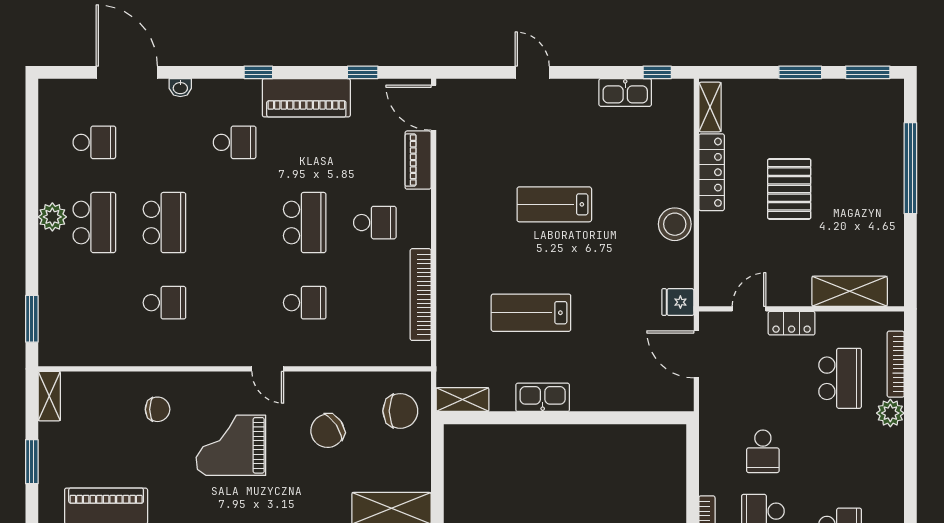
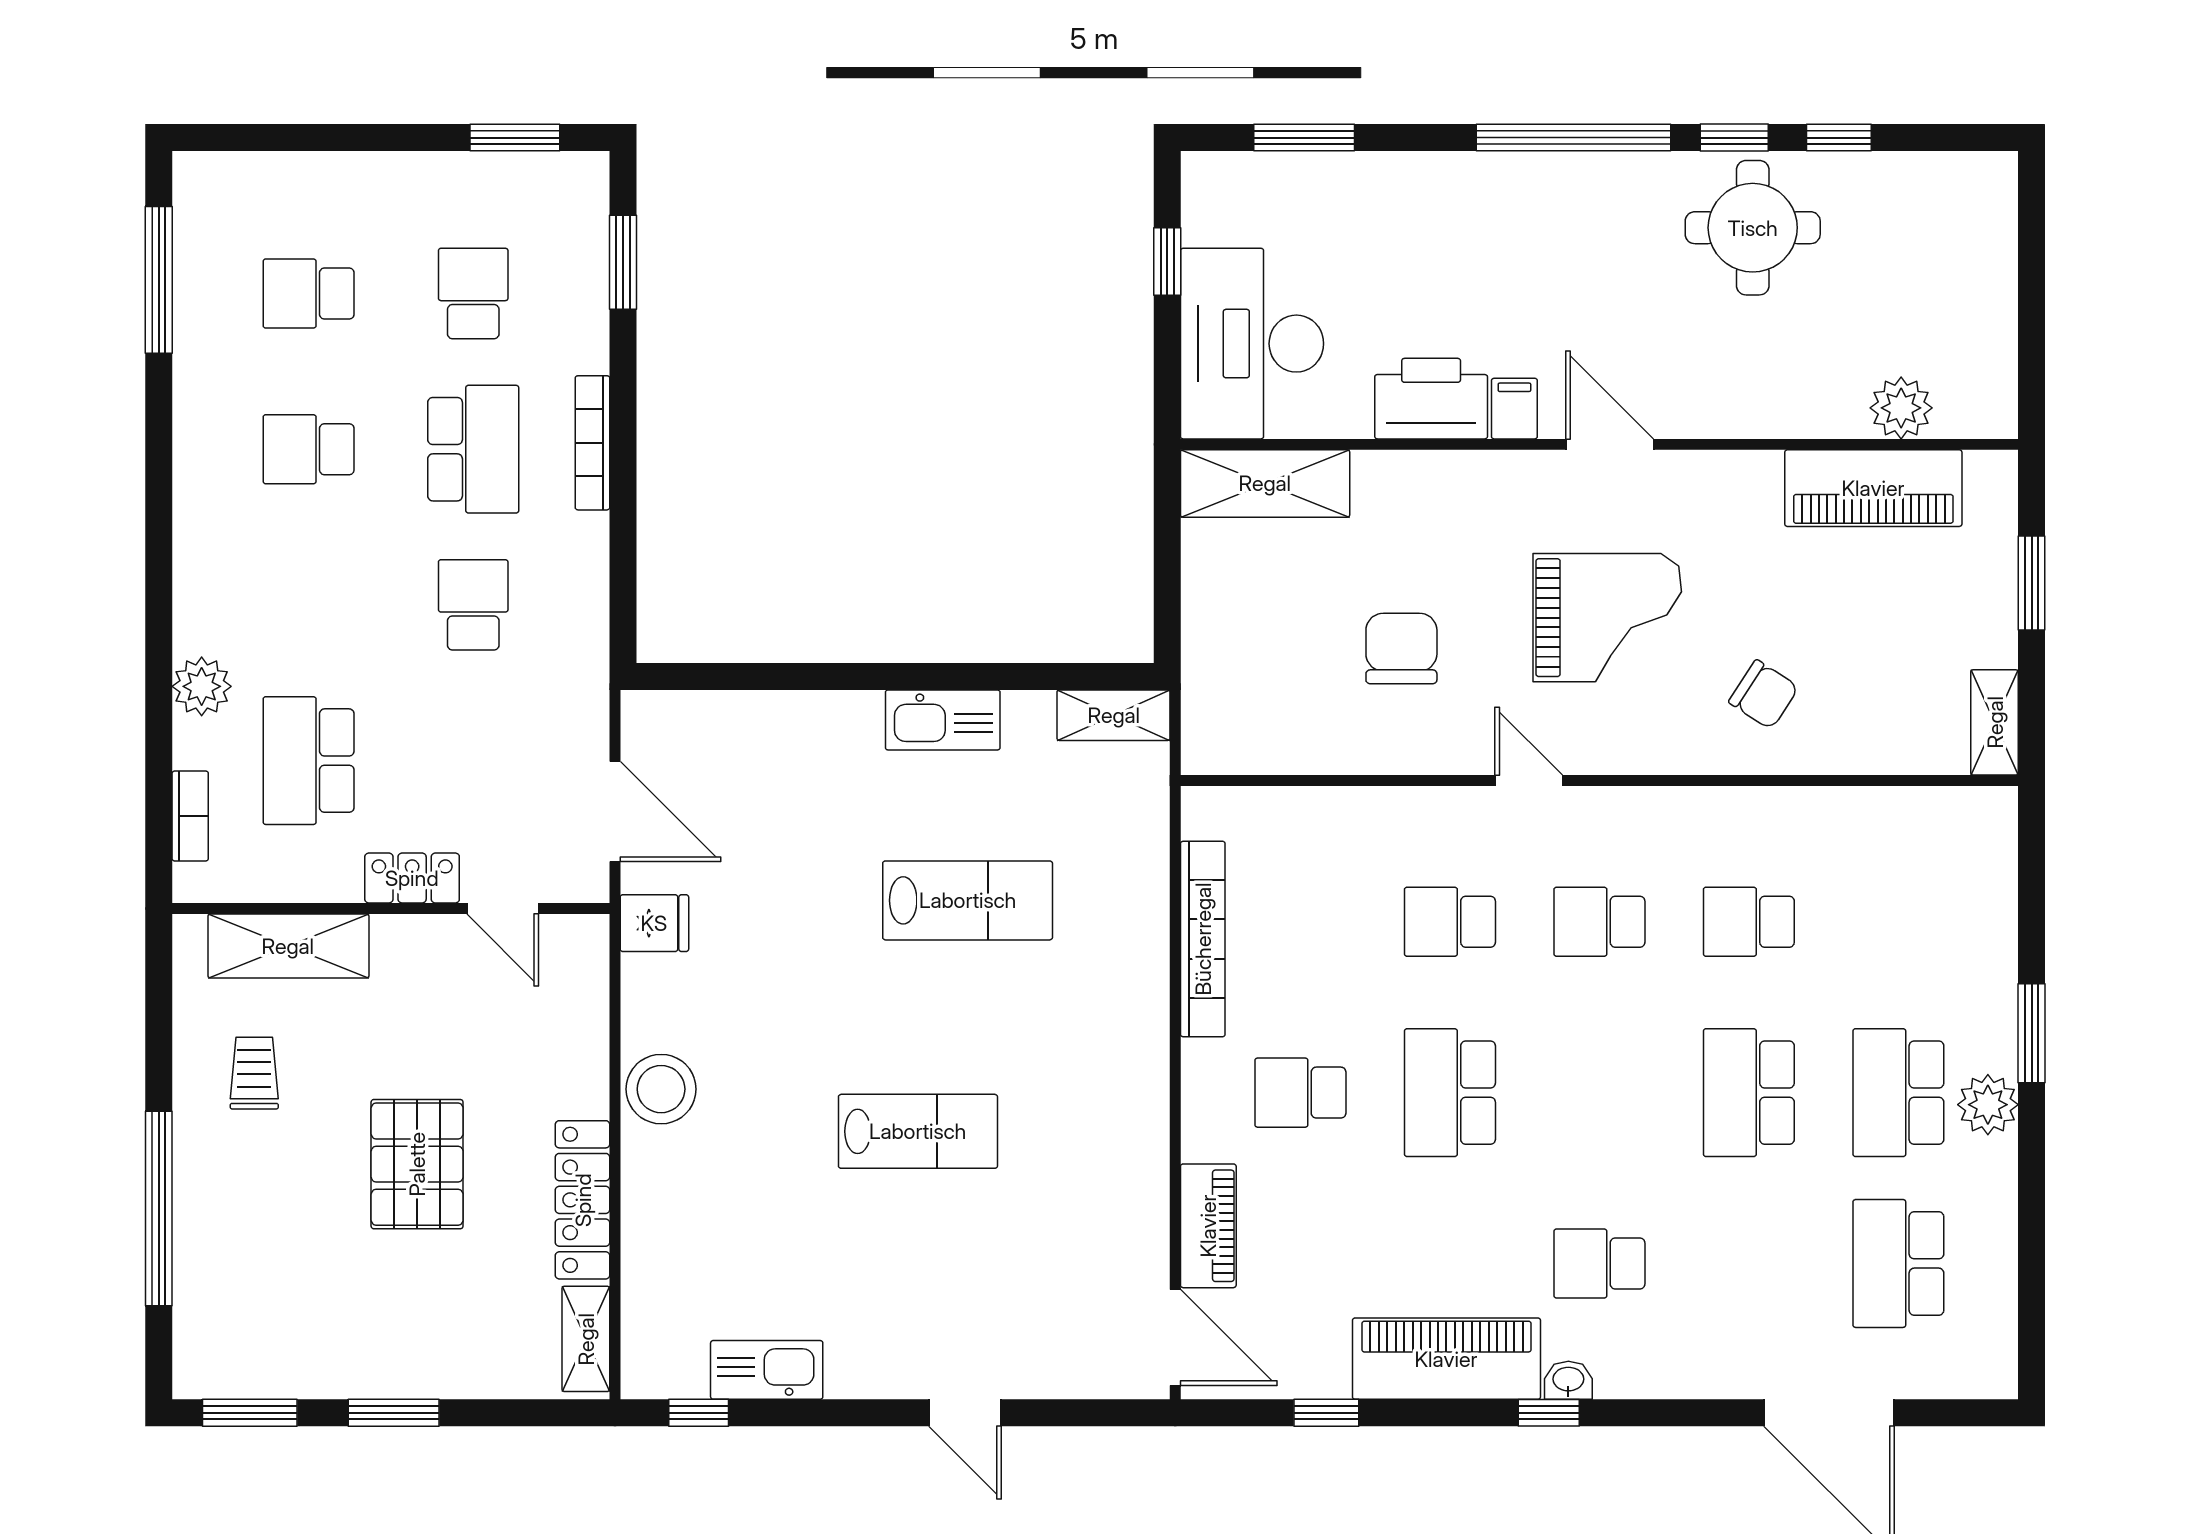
washbasin: (180, 88) -> (1568, 1380), moved
school desk: (94, 142) -> (1898, 1263), width x1.85
trolley: (866, 232) -> (254, 1073), added
school desk: (235, 303) -> (1599, 922), added
door: (749, 309) -> (503, 909), hinge flipped
window: (32, 319) -> (2032, 1033), moved
bookcase: (896, 364) -> (190, 816), width x0.64
chair: (158, 409) -> (1764, 694), turned -147
chair: (400, 411) -> (1246, 691), removed
chair: (327, 431) -> (1401, 649), turned -56

